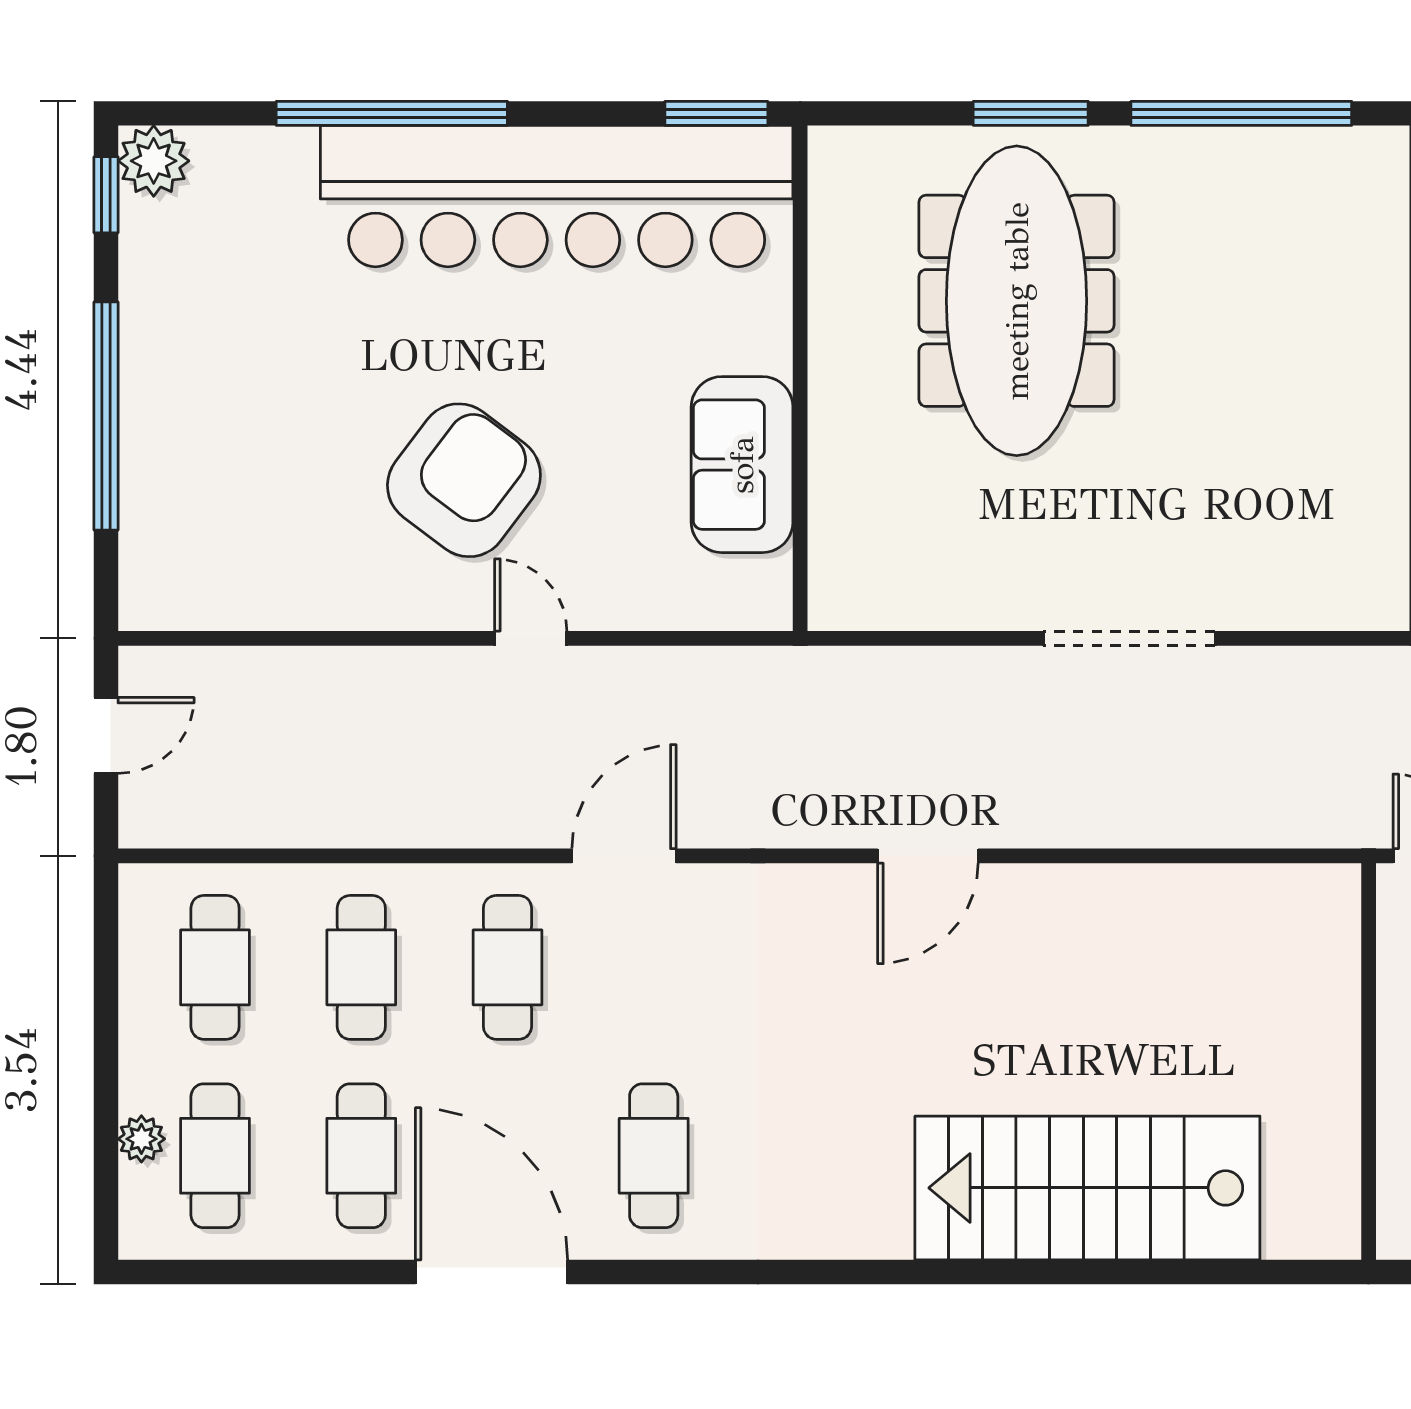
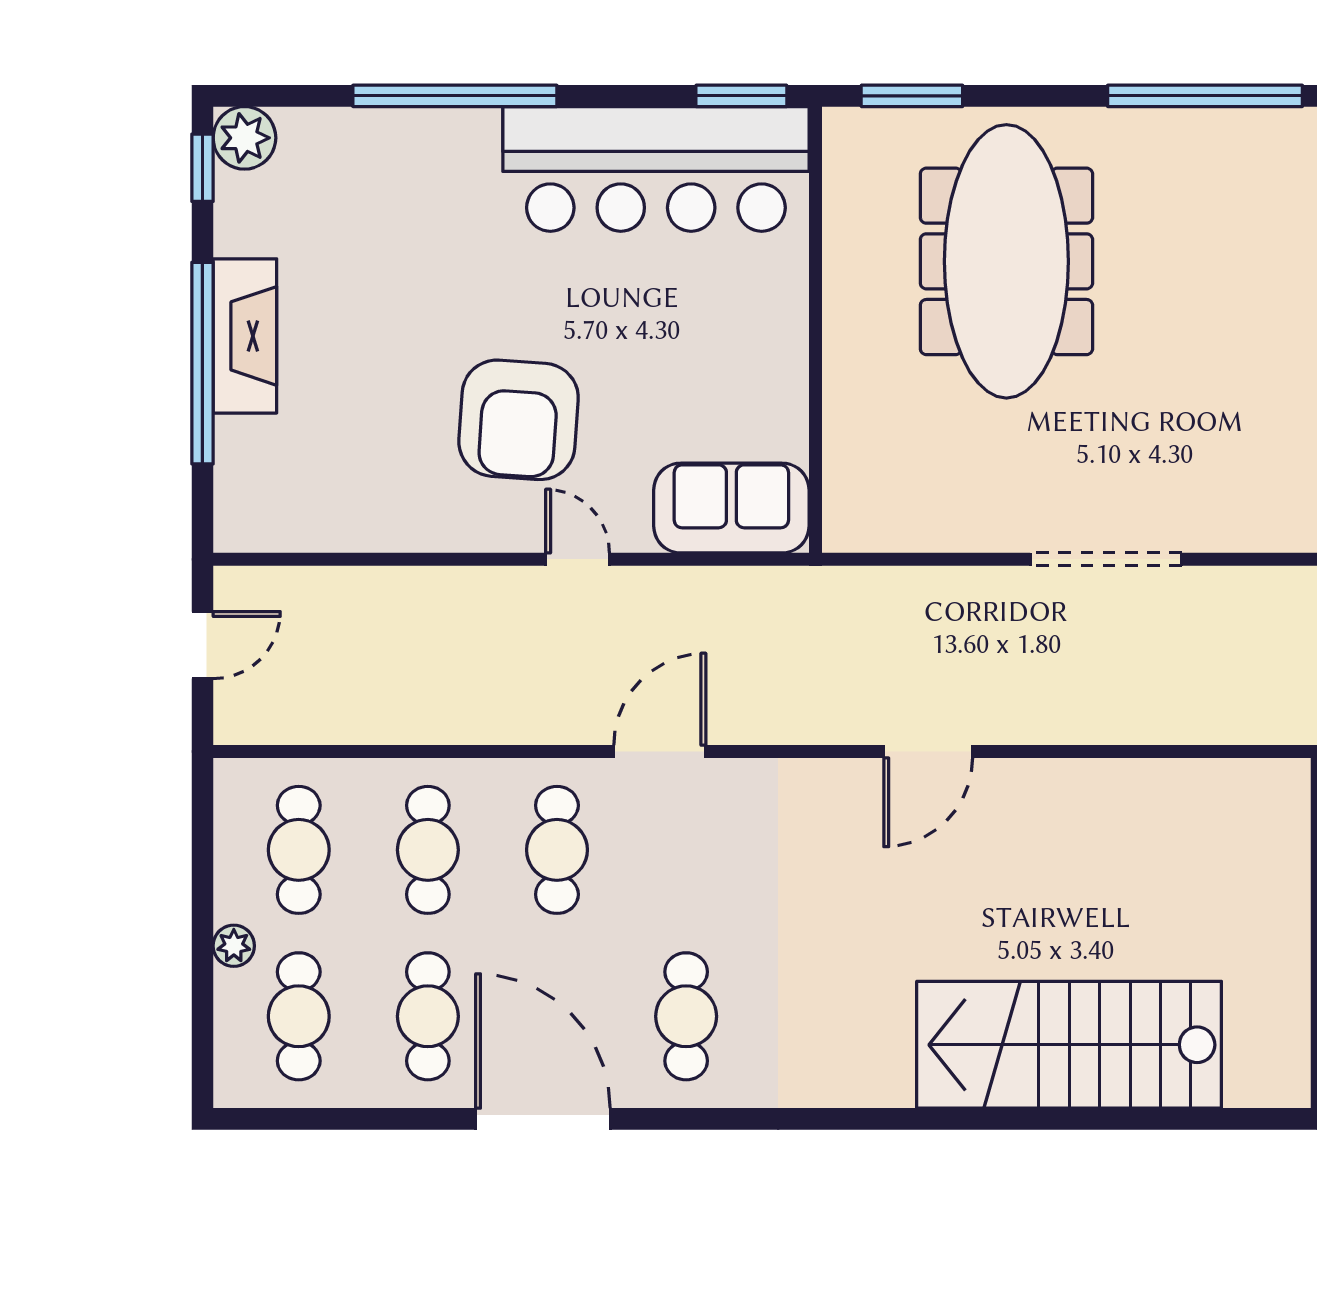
window: (1031, 113) -> (912, 96), moved
bar counter: (557, 196) -> (656, 169), width x0.73
fireplace: (154, 385) -> (245, 336), added
sofa: (742, 465) -> (731, 508), moved, turned 90
armchair: (464, 480) -> (519, 420), turned 147
plant: (141, 1139) -> (234, 946), moved

